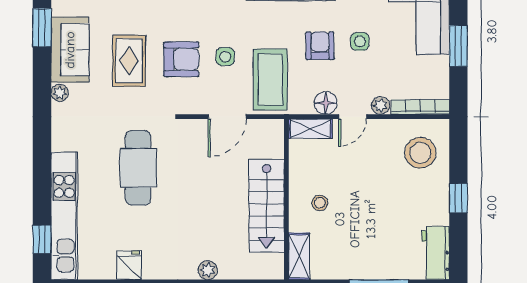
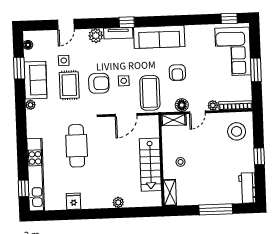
side table: (360, 41) -> (64, 60), moved
armchair: (320, 46) -> (177, 73), turned 180

